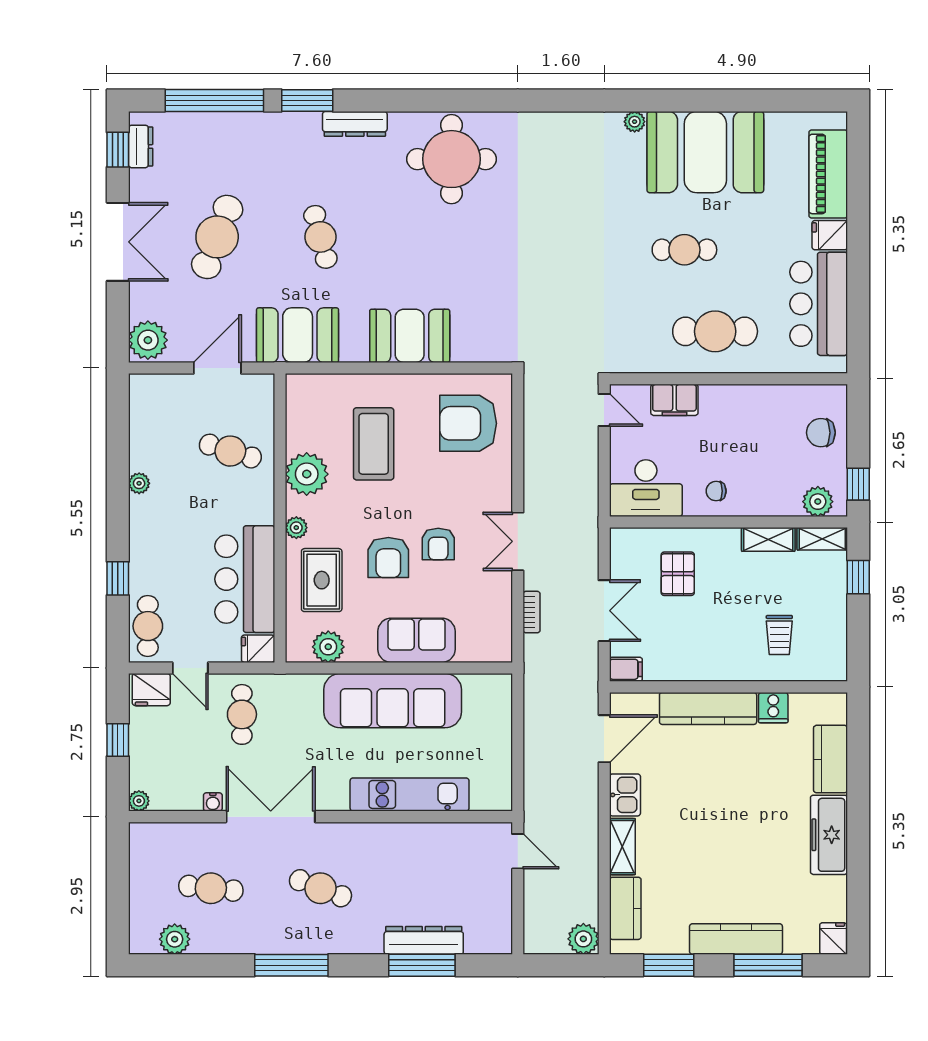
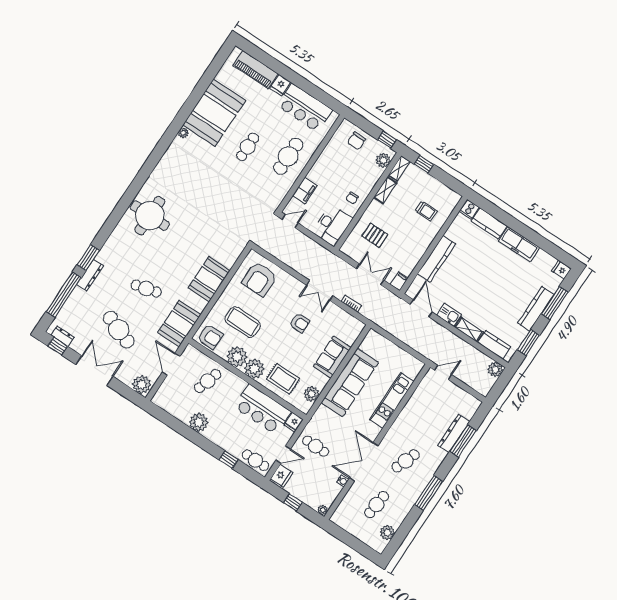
dresser: (355, 124) -> (90, 275), moved
plant: (139, 483) -> (199, 422), width x1.88, depth x1.88
plant: (296, 528) -> (254, 369), width x1.87, depth x1.87
armchair: (388, 558) -> (210, 337), moved
cooker: (773, 708) -> (469, 209), moved, turned 90

